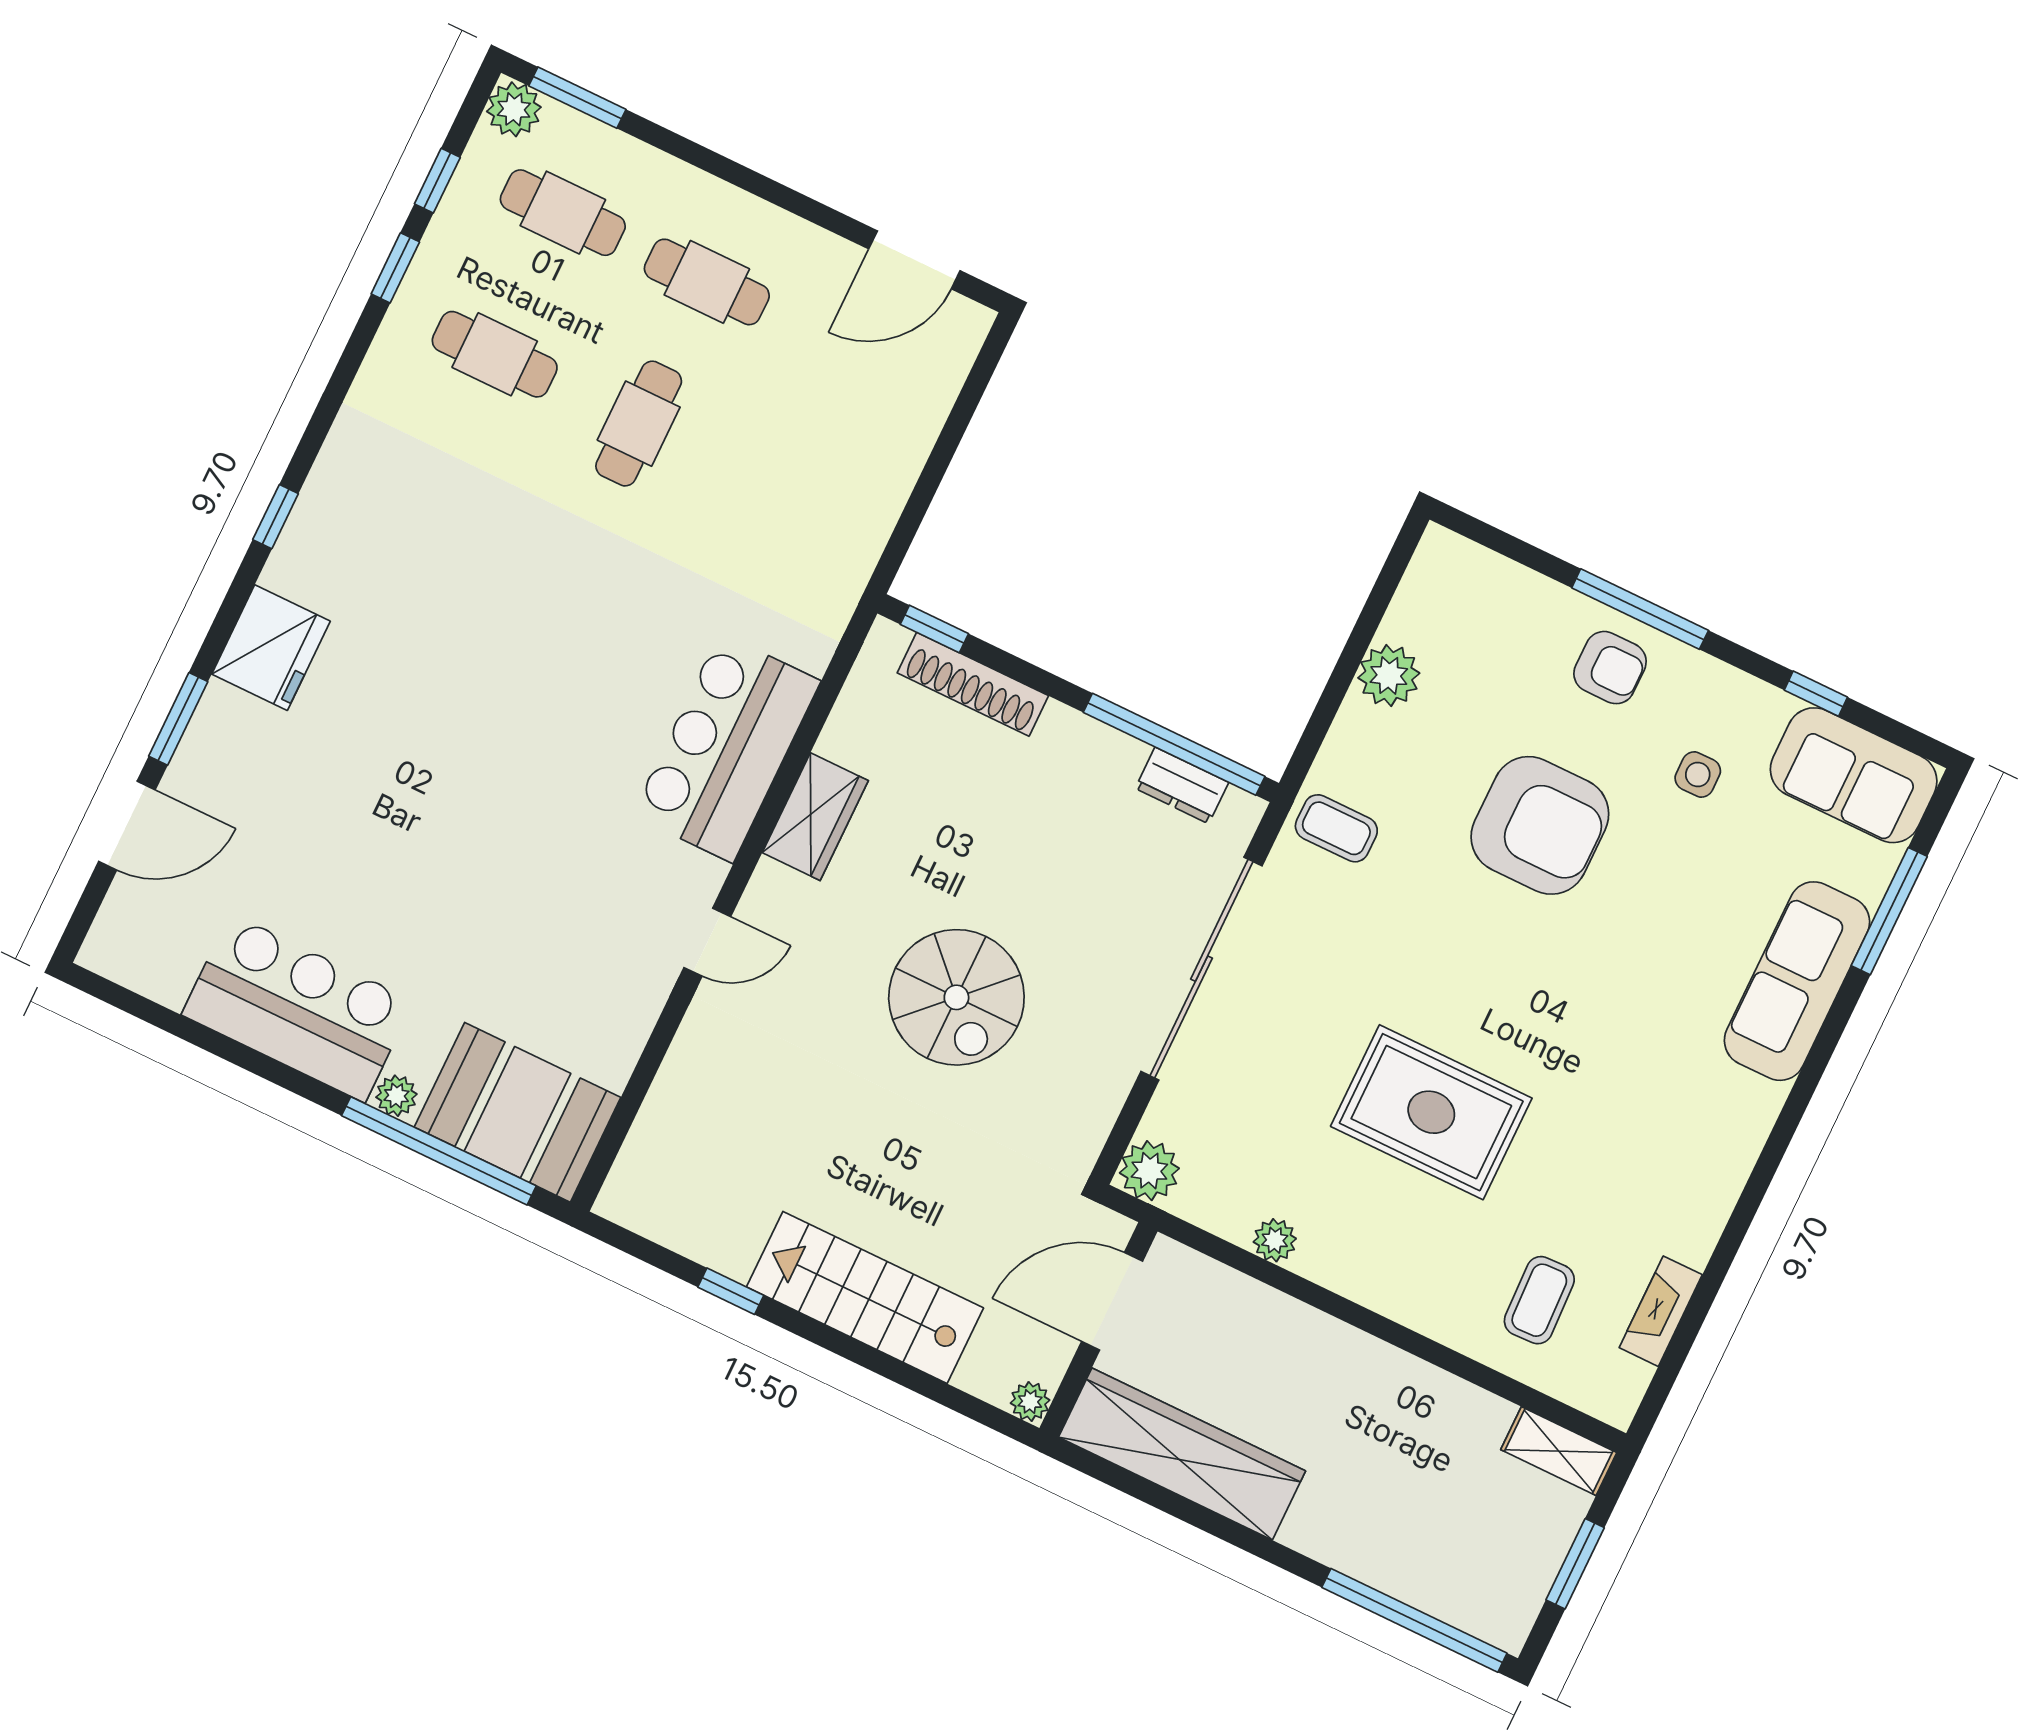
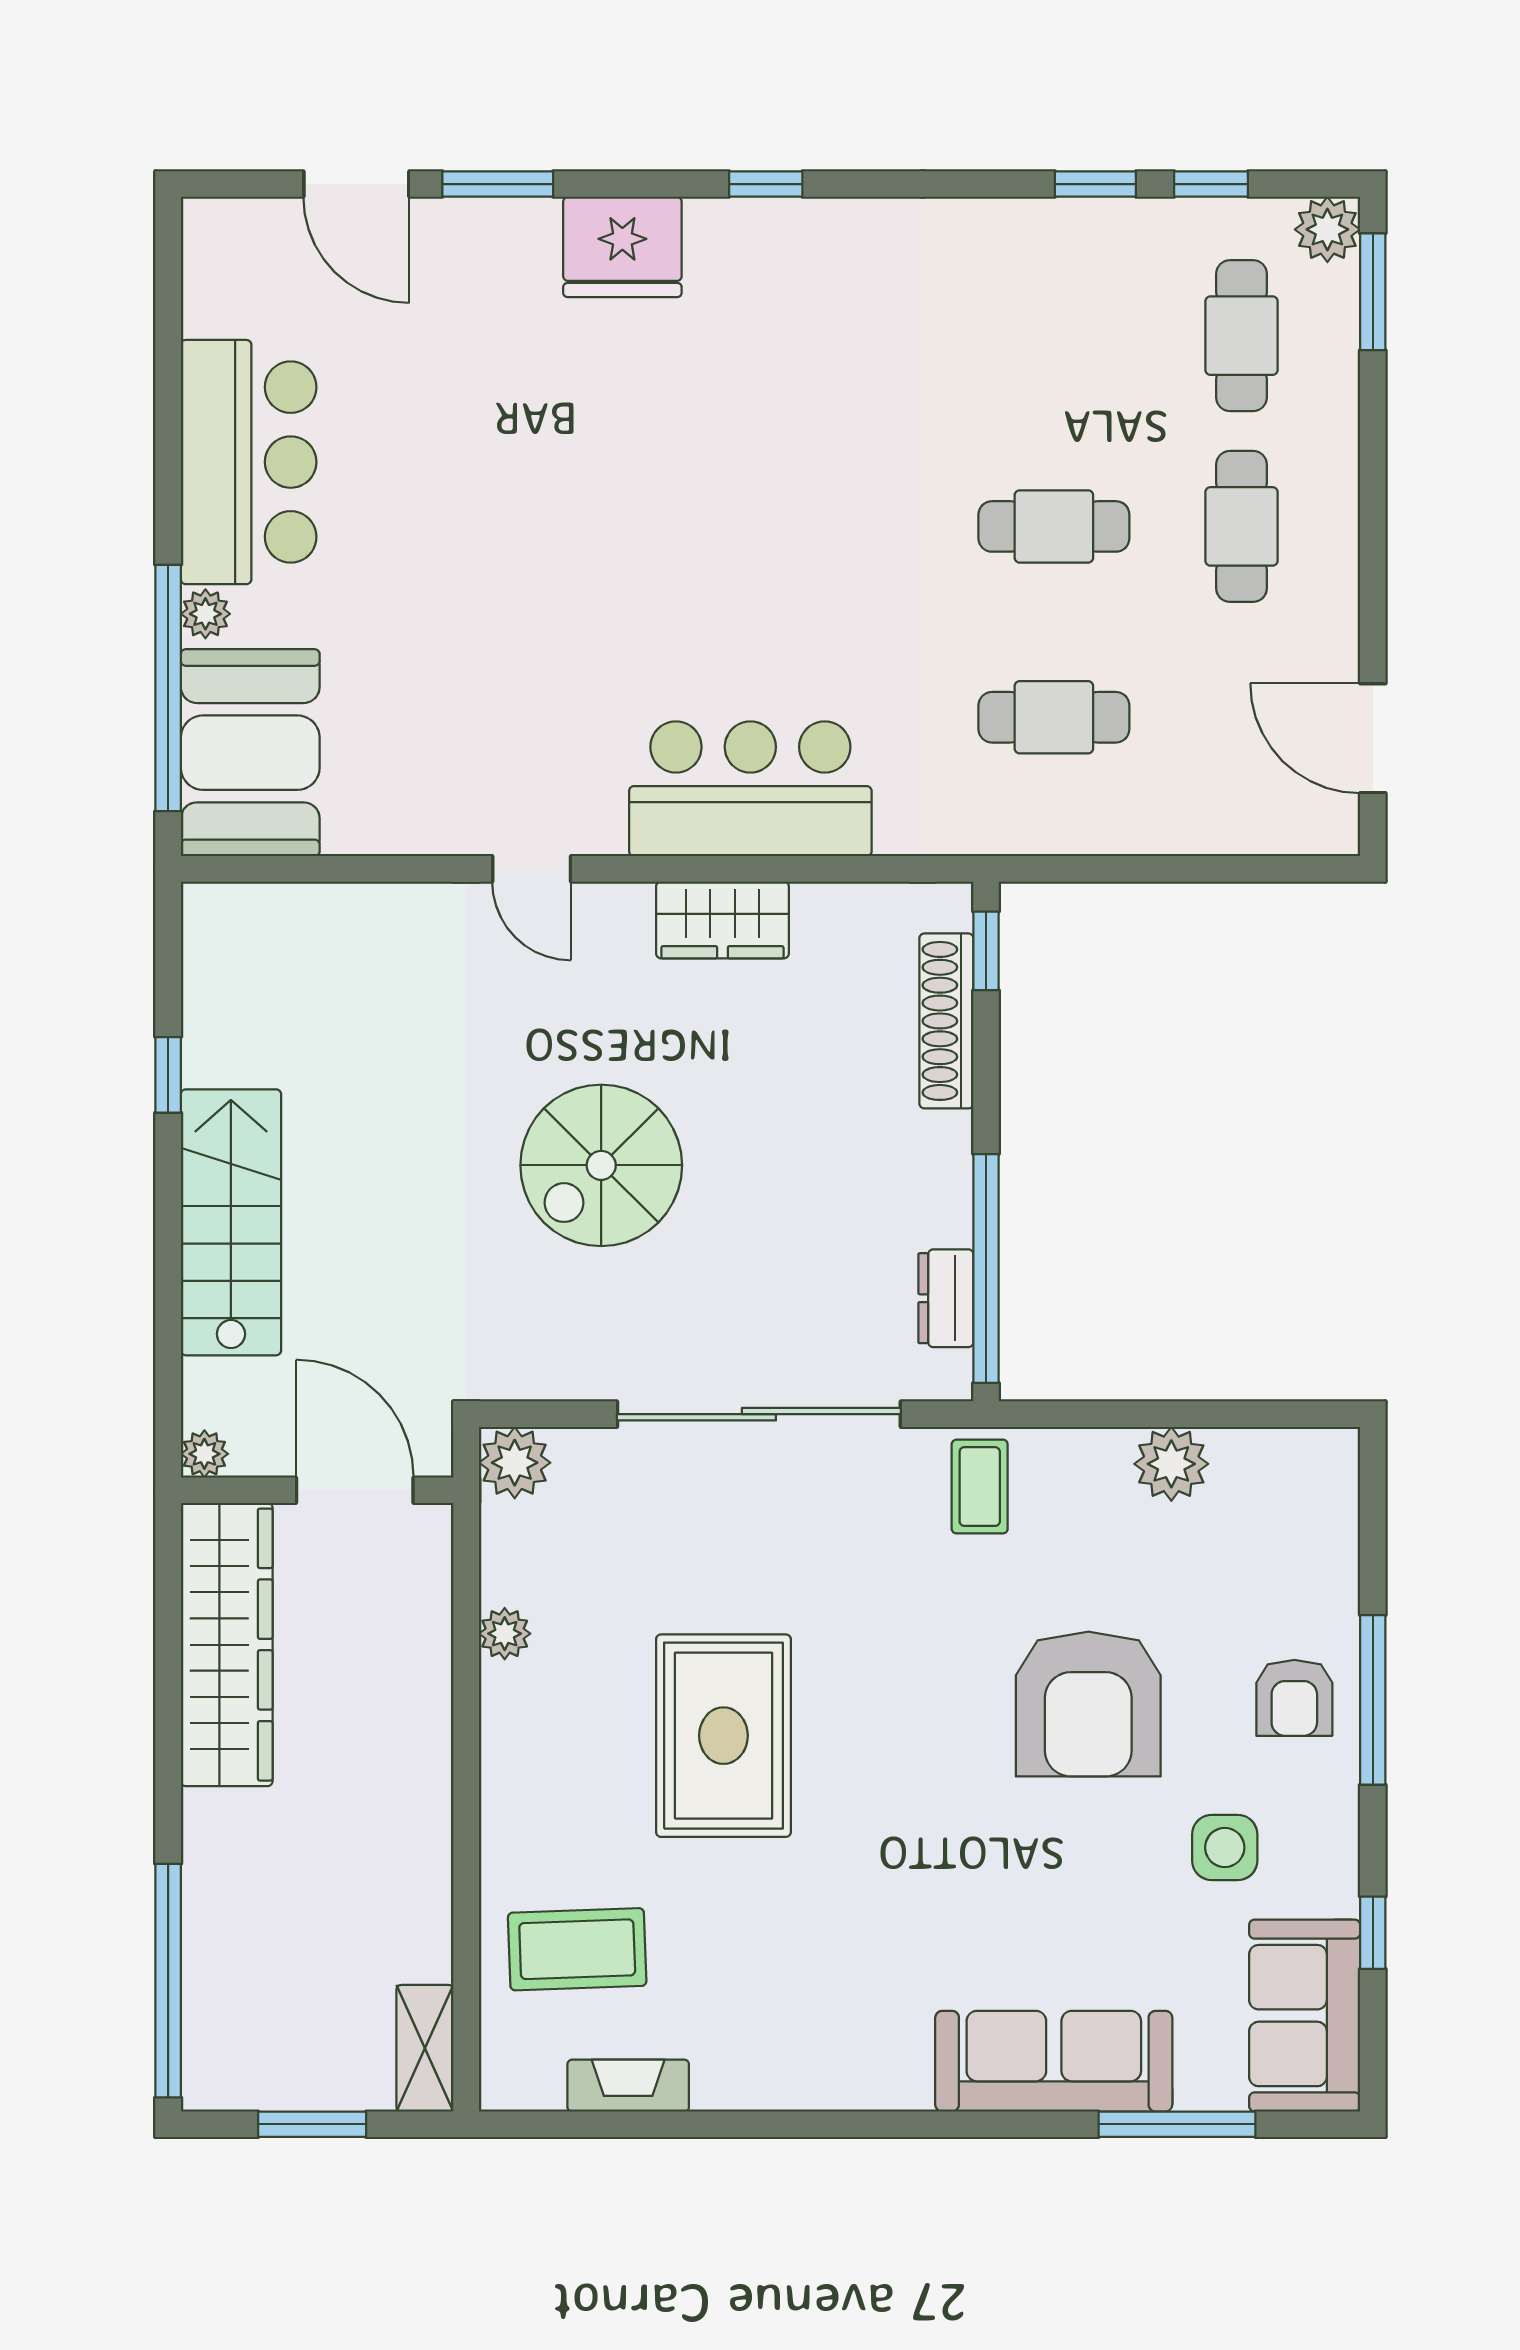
cafe table: (495, 354) -> (1054, 717), moved, turned 90
side table: (1698, 774) -> (1225, 1847), width x1.37, depth x1.37
coffee table: (1539, 1300) -> (577, 1949), width x1.36, depth x1.30

